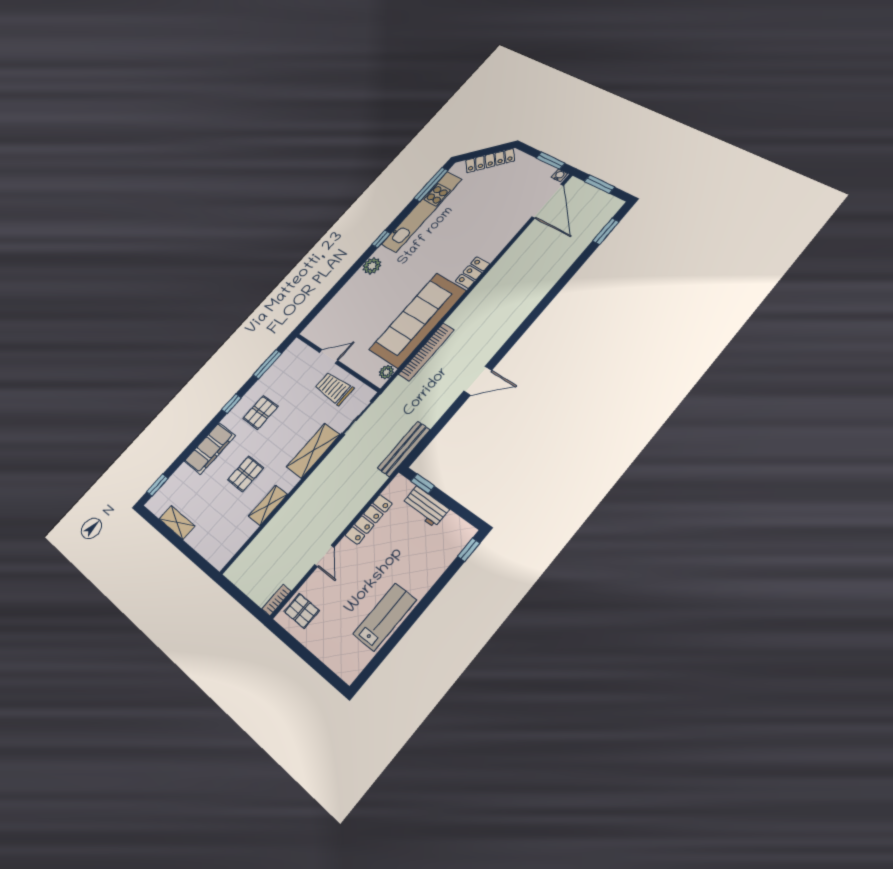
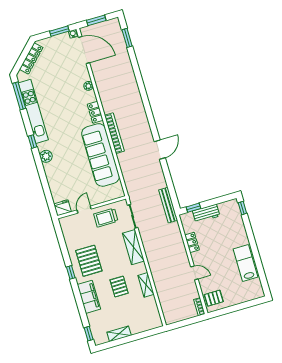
fridge: (315, 332) -> (62, 208), added
bookcase: (426, 352) -> (114, 133), moved
window: (267, 364) -> (62, 242), removed
plant: (386, 372) -> (88, 86), moved
pallet: (261, 412) -> (89, 261), width x1.50, depth x1.42
locker: (369, 519) -> (192, 242), width x0.66

